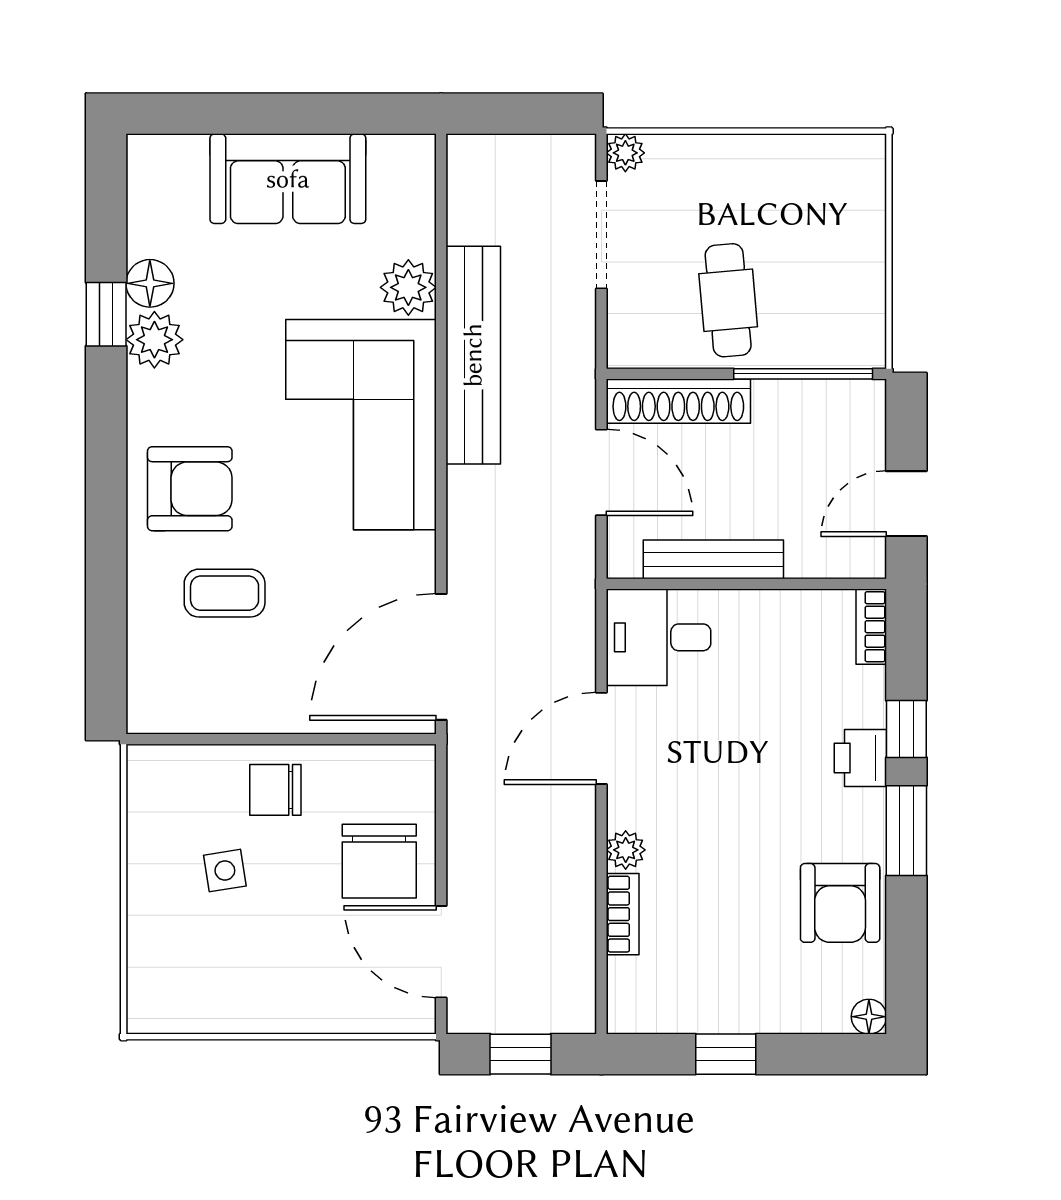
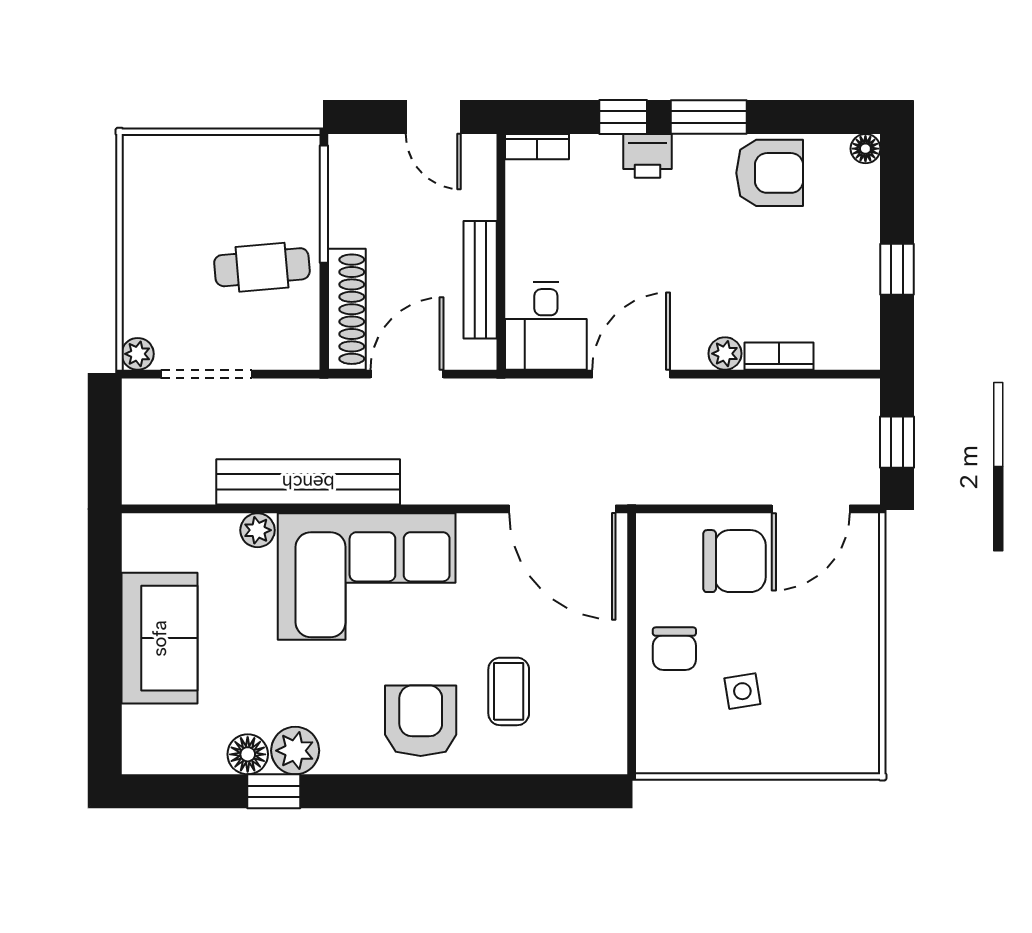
plant: (408, 287) -> (258, 530), width x0.73, depth x0.73
door: (601, 738) -> (631, 374), swing flipped

